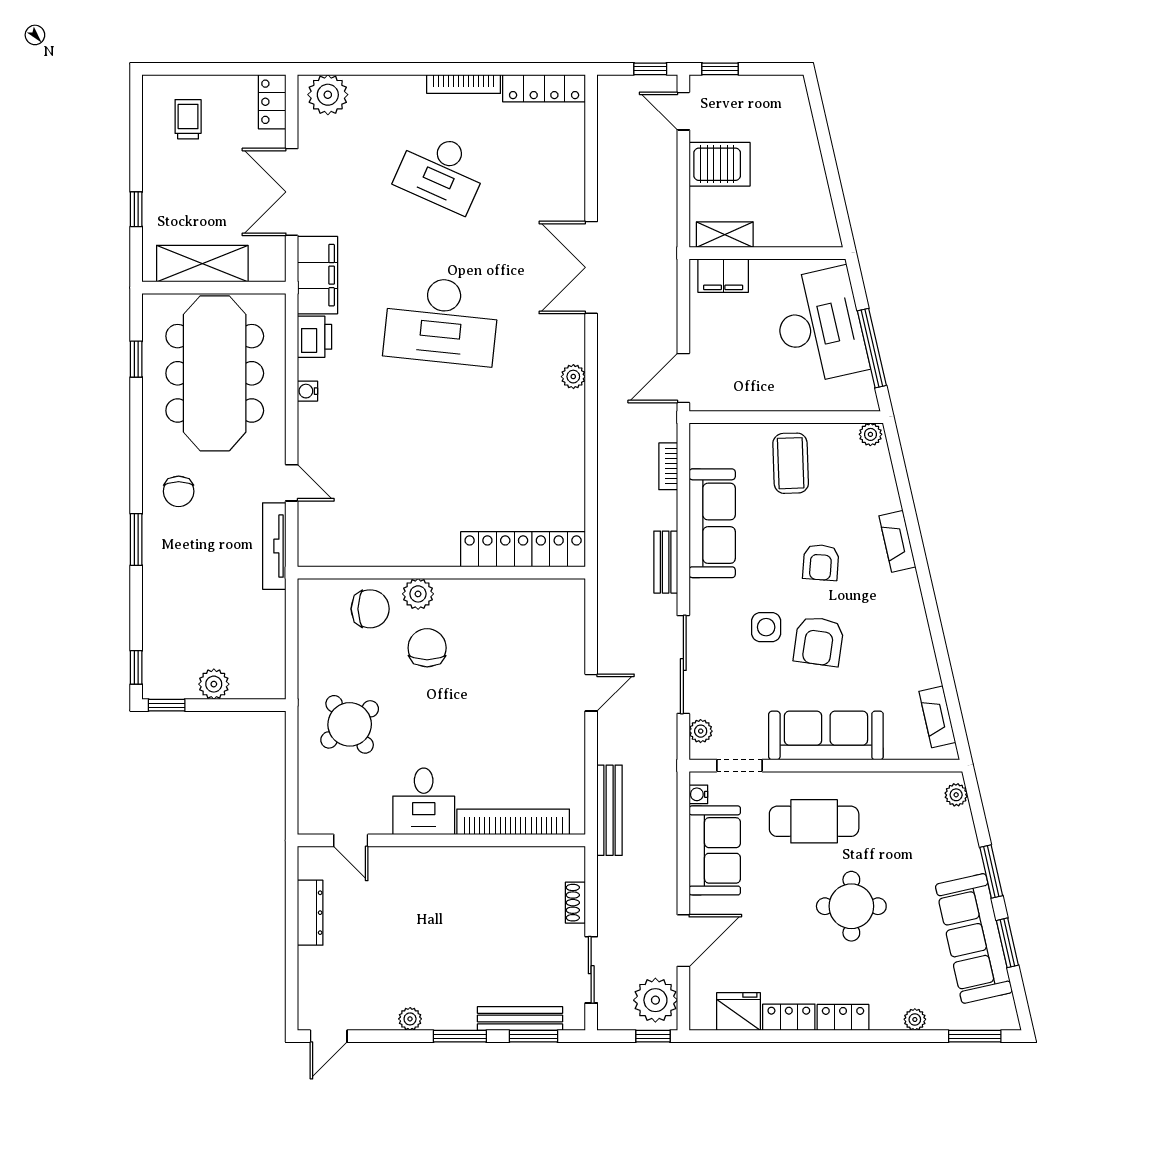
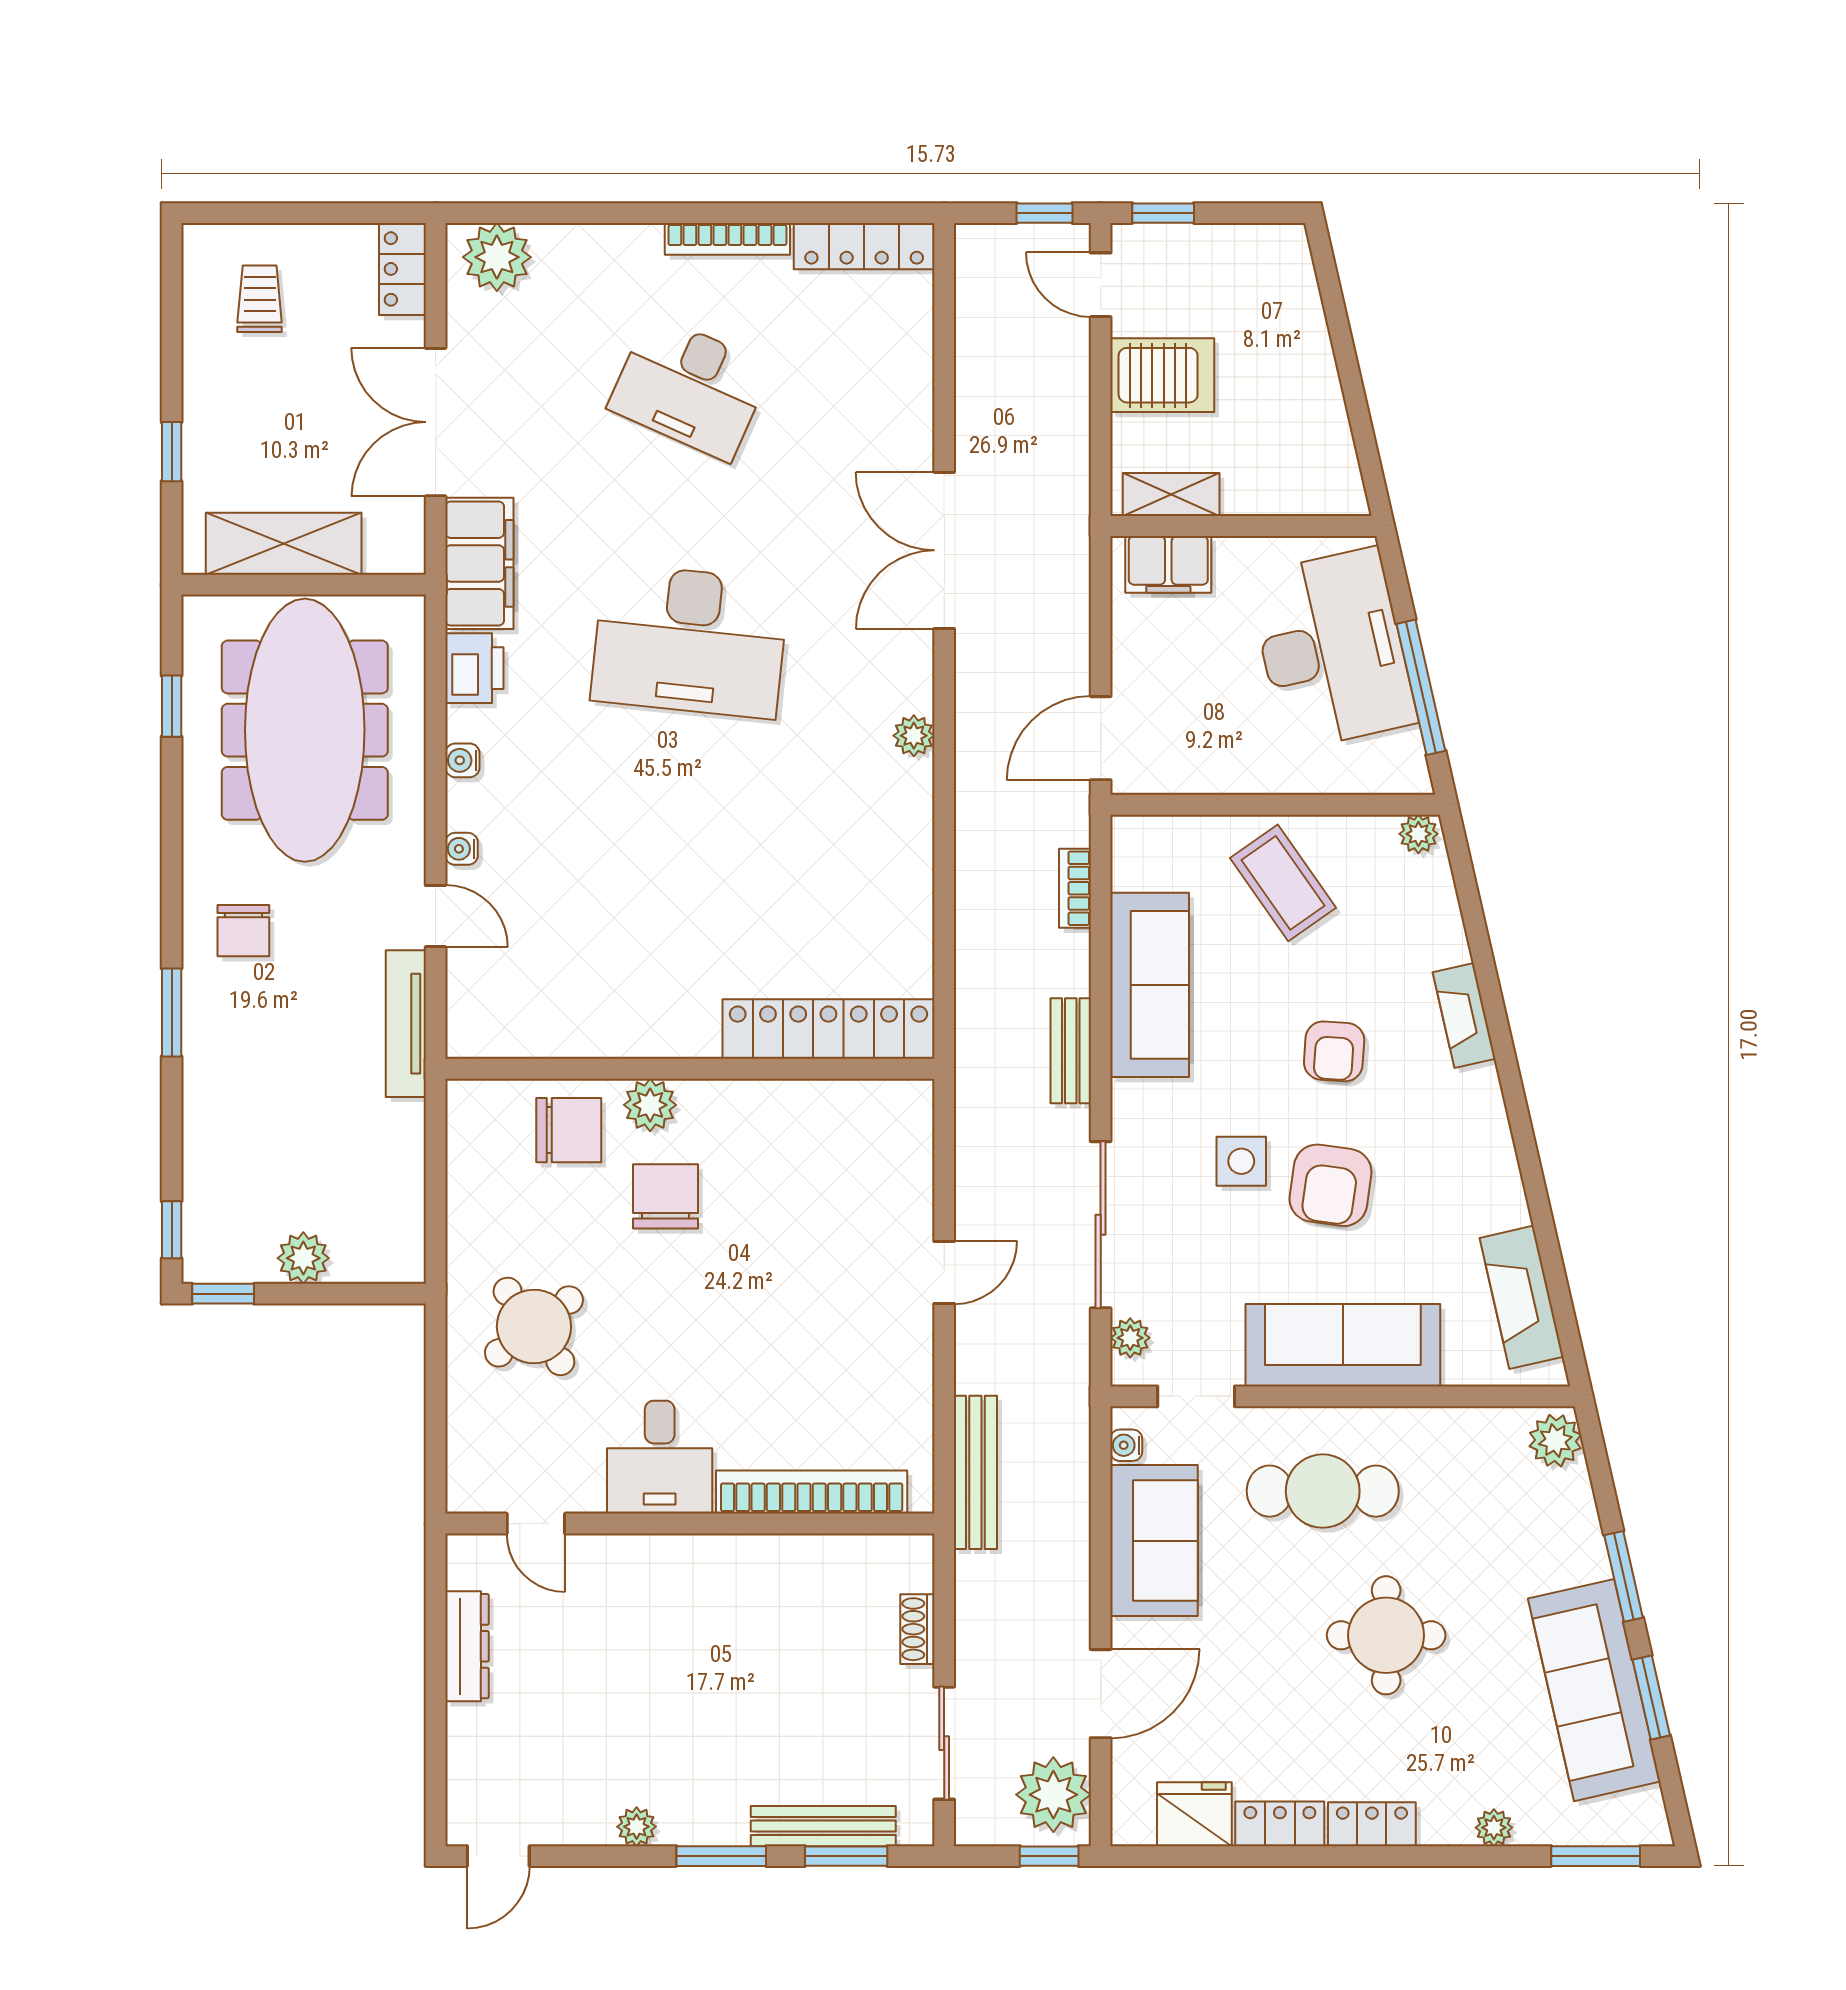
water cooler: (307, 443) -> (461, 849), added
coffee table: (791, 463) -> (1283, 883), turned -33
fireplace: (937, 717) -> (1522, 1297), width x1.37, depth x1.32
plant: (956, 795) -> (1555, 1441), width x1.38, depth x1.38

